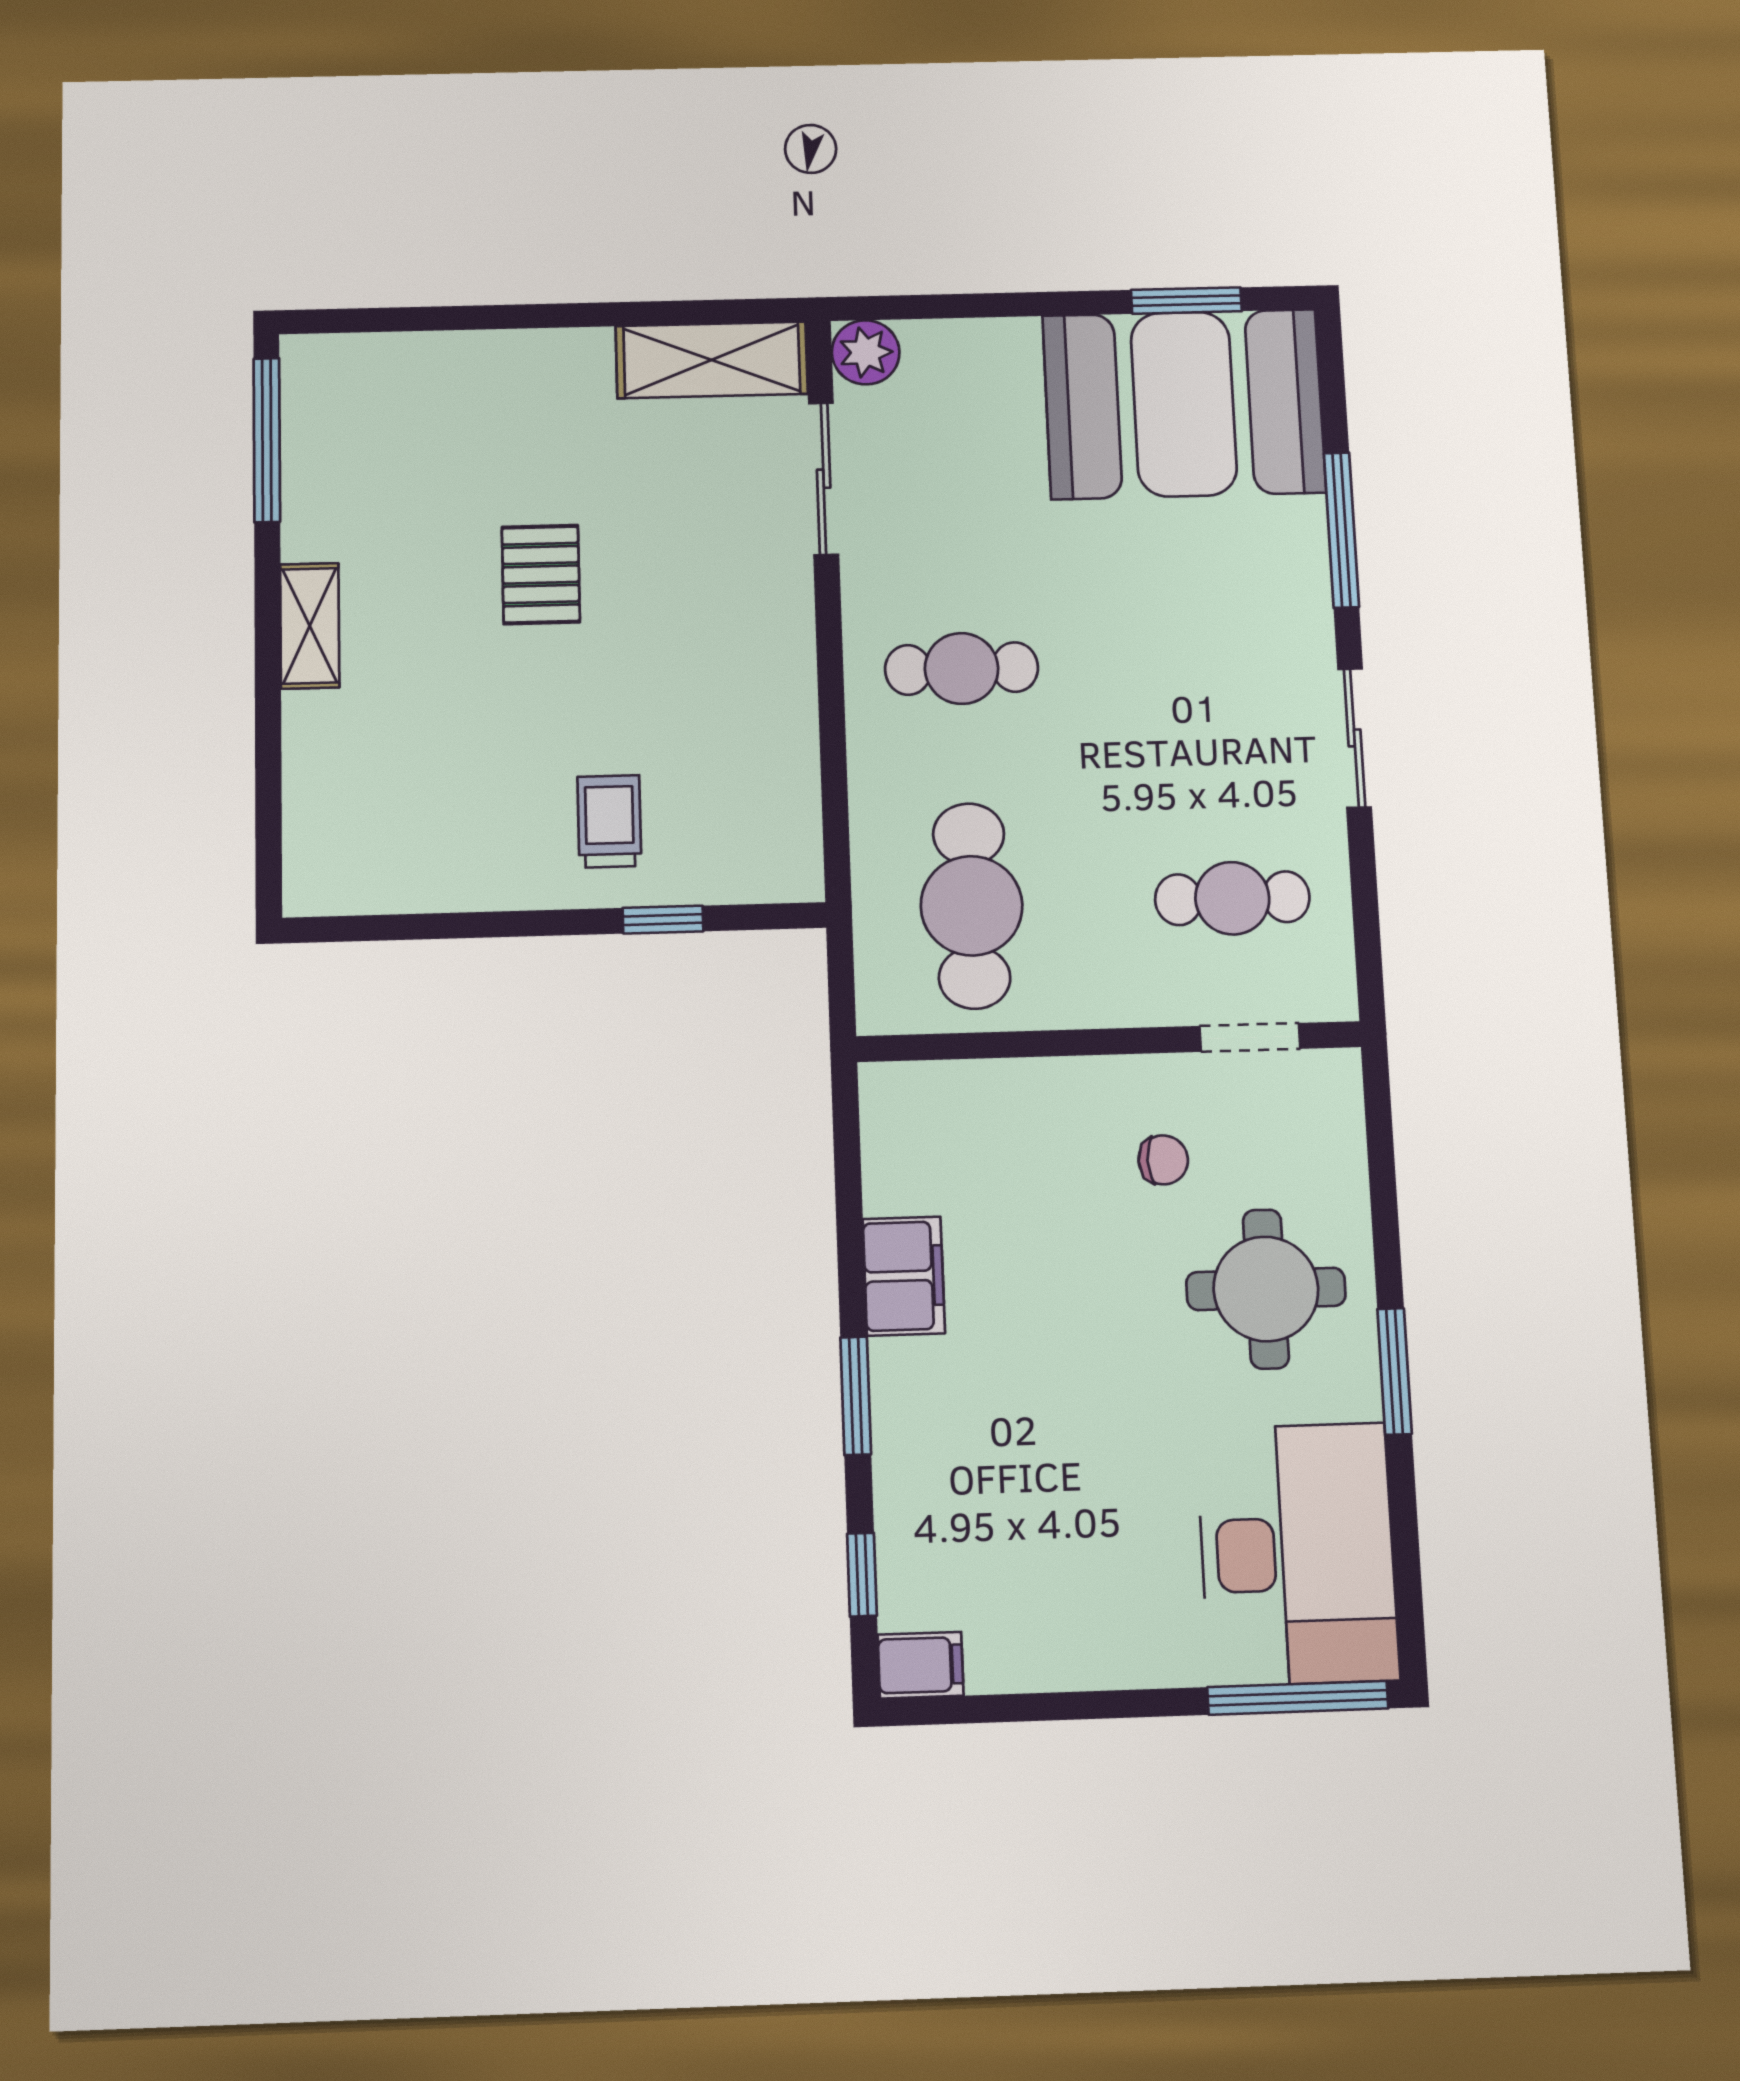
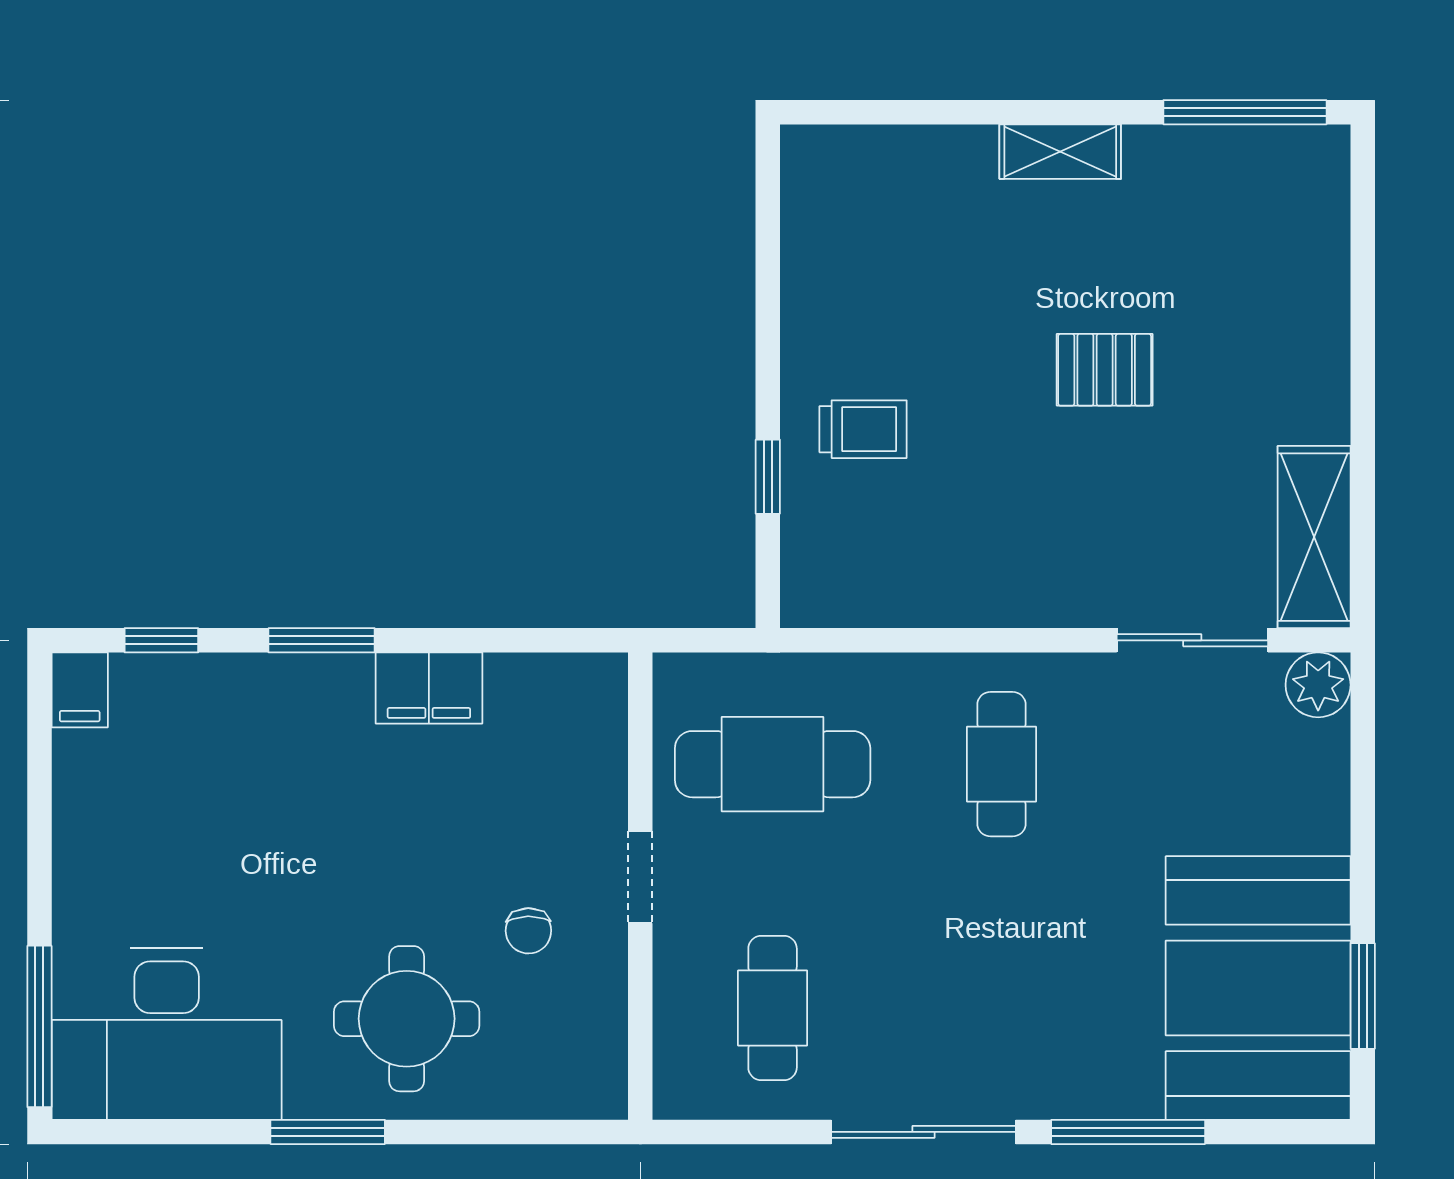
sliding door: (1355, 738) -> (923, 1132), width x1.37
doorway: (1250, 1037) -> (640, 877), moved

